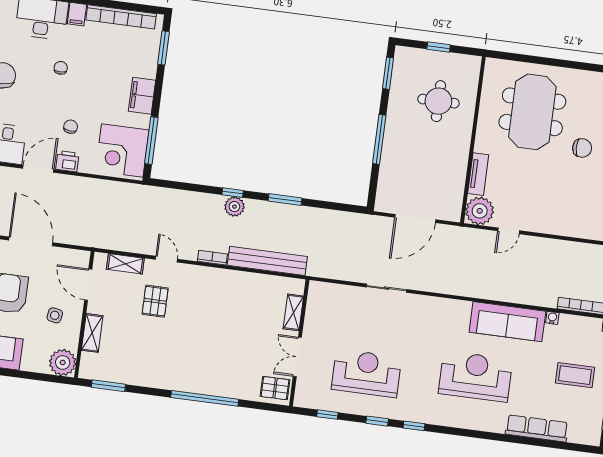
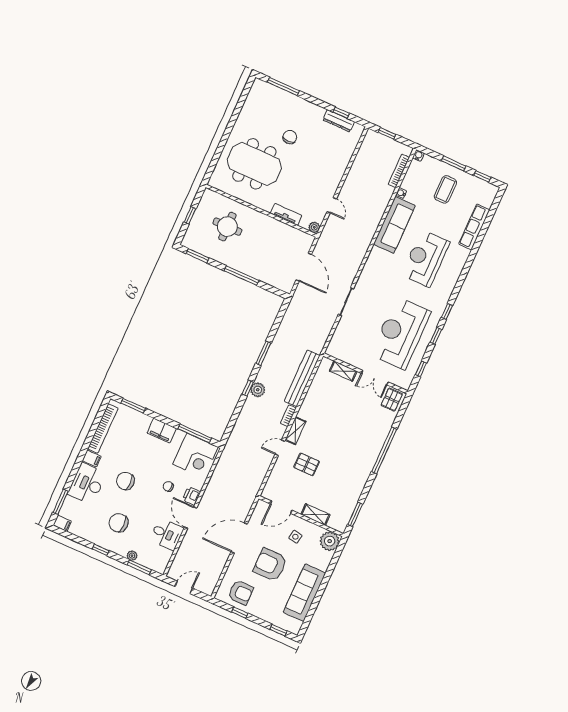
chair: (61, 68) -> (125, 481), width x1.87, depth x1.87
plant: (480, 211) -> (314, 227), width x0.53, depth x0.53
shelving: (125, 264) -> (295, 431), moved
reception desk: (366, 373) -> (401, 333), width x1.36, depth x1.30

